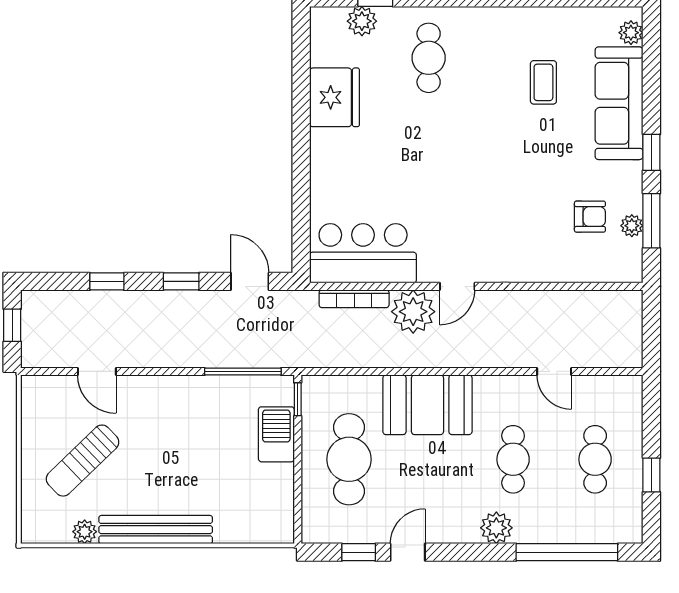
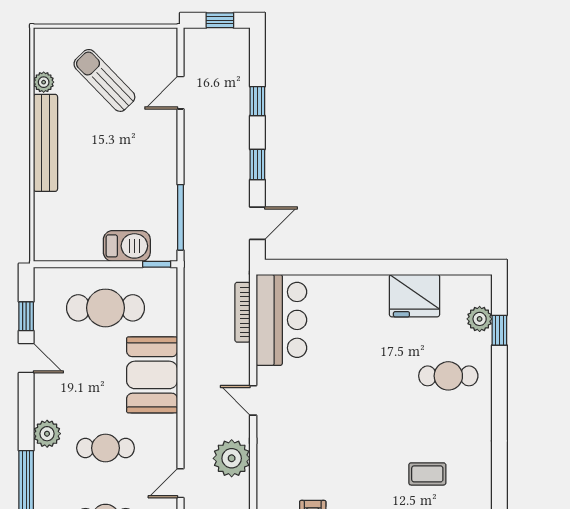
plant: (413, 312) -> (232, 458), moved

